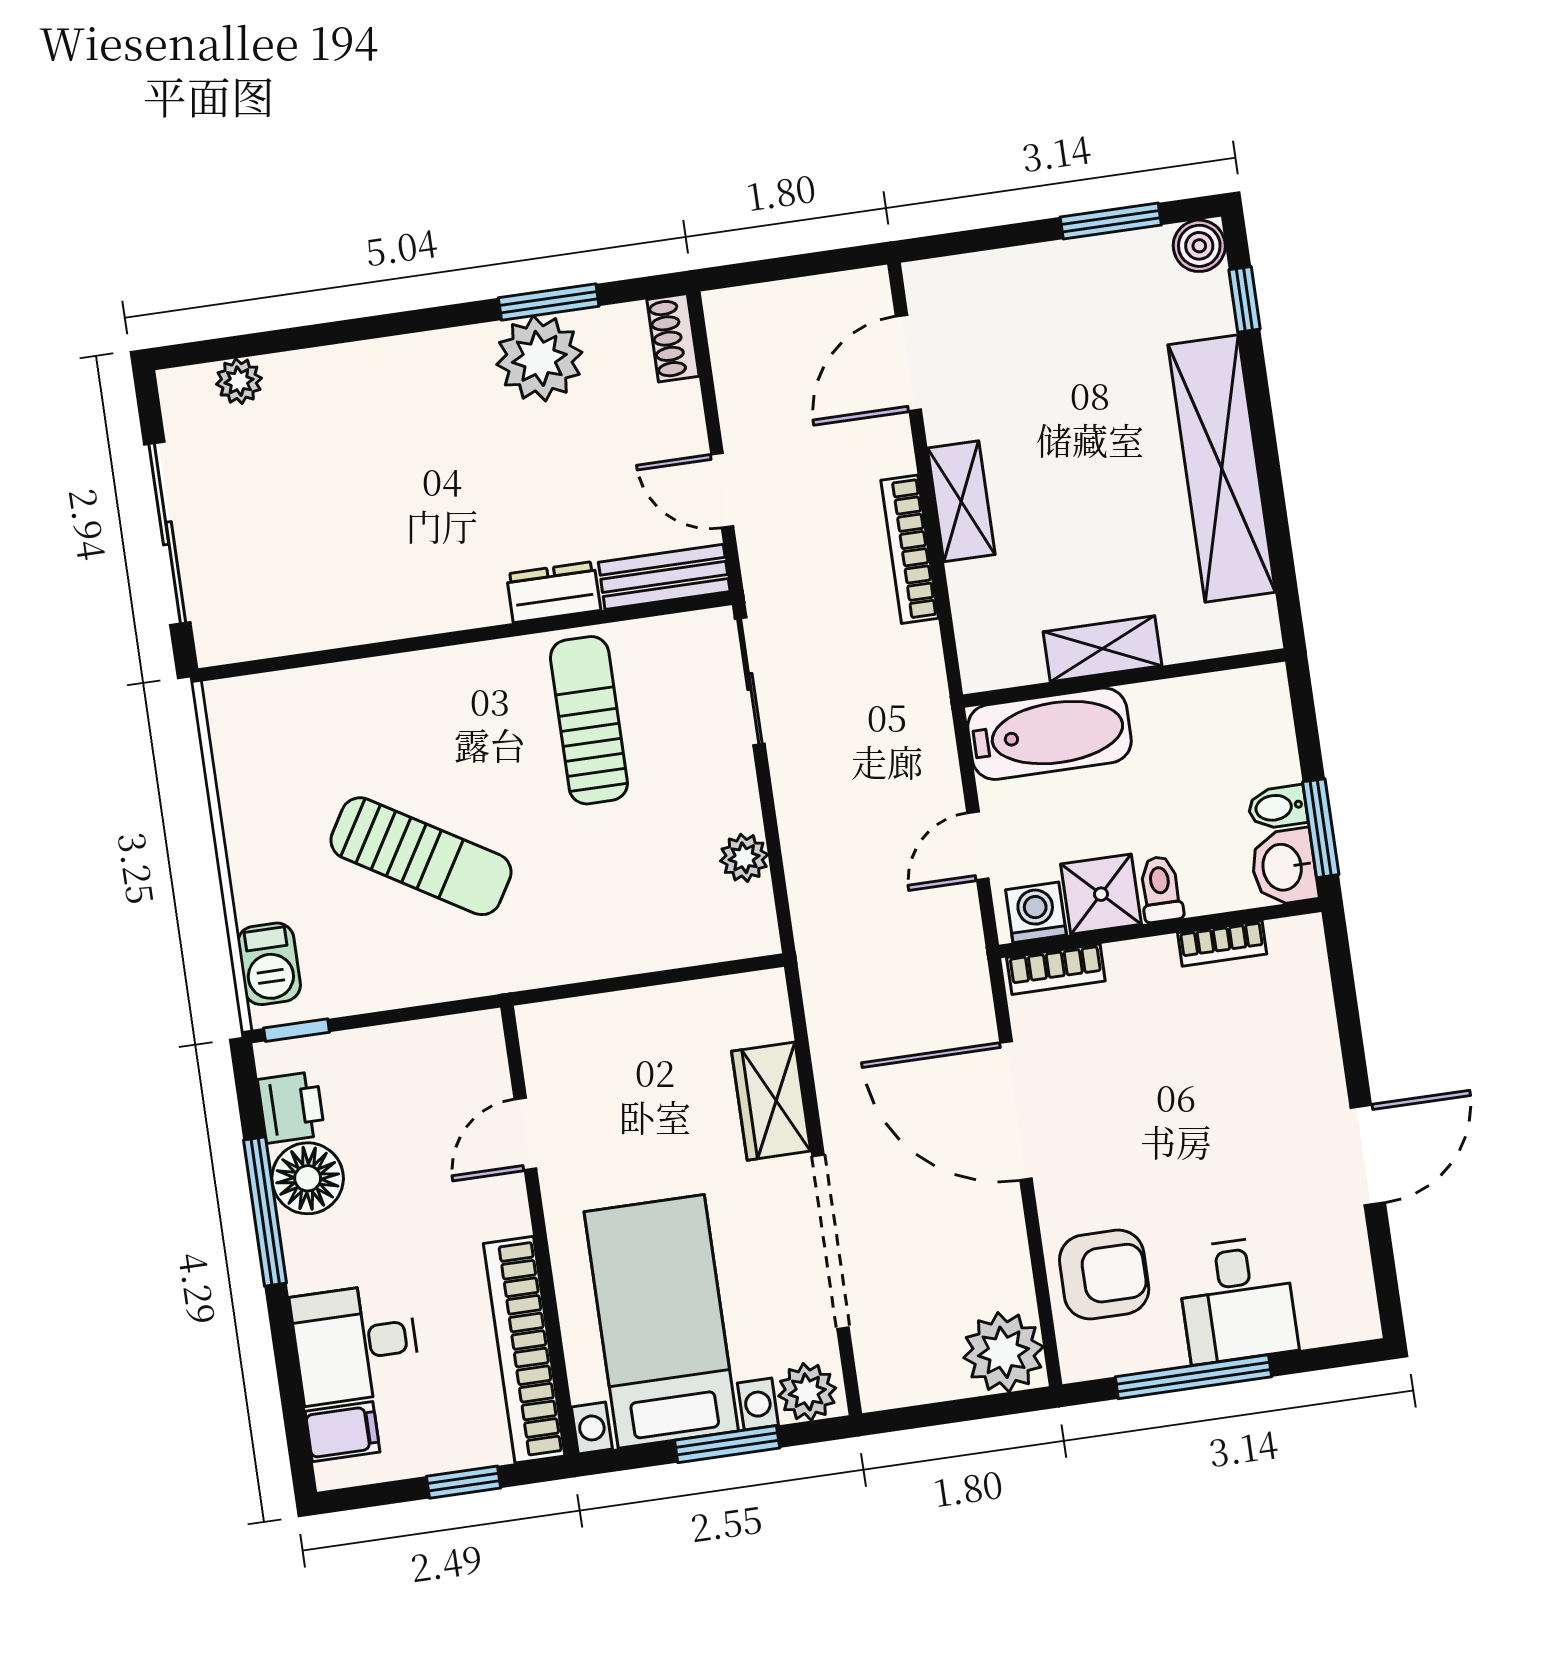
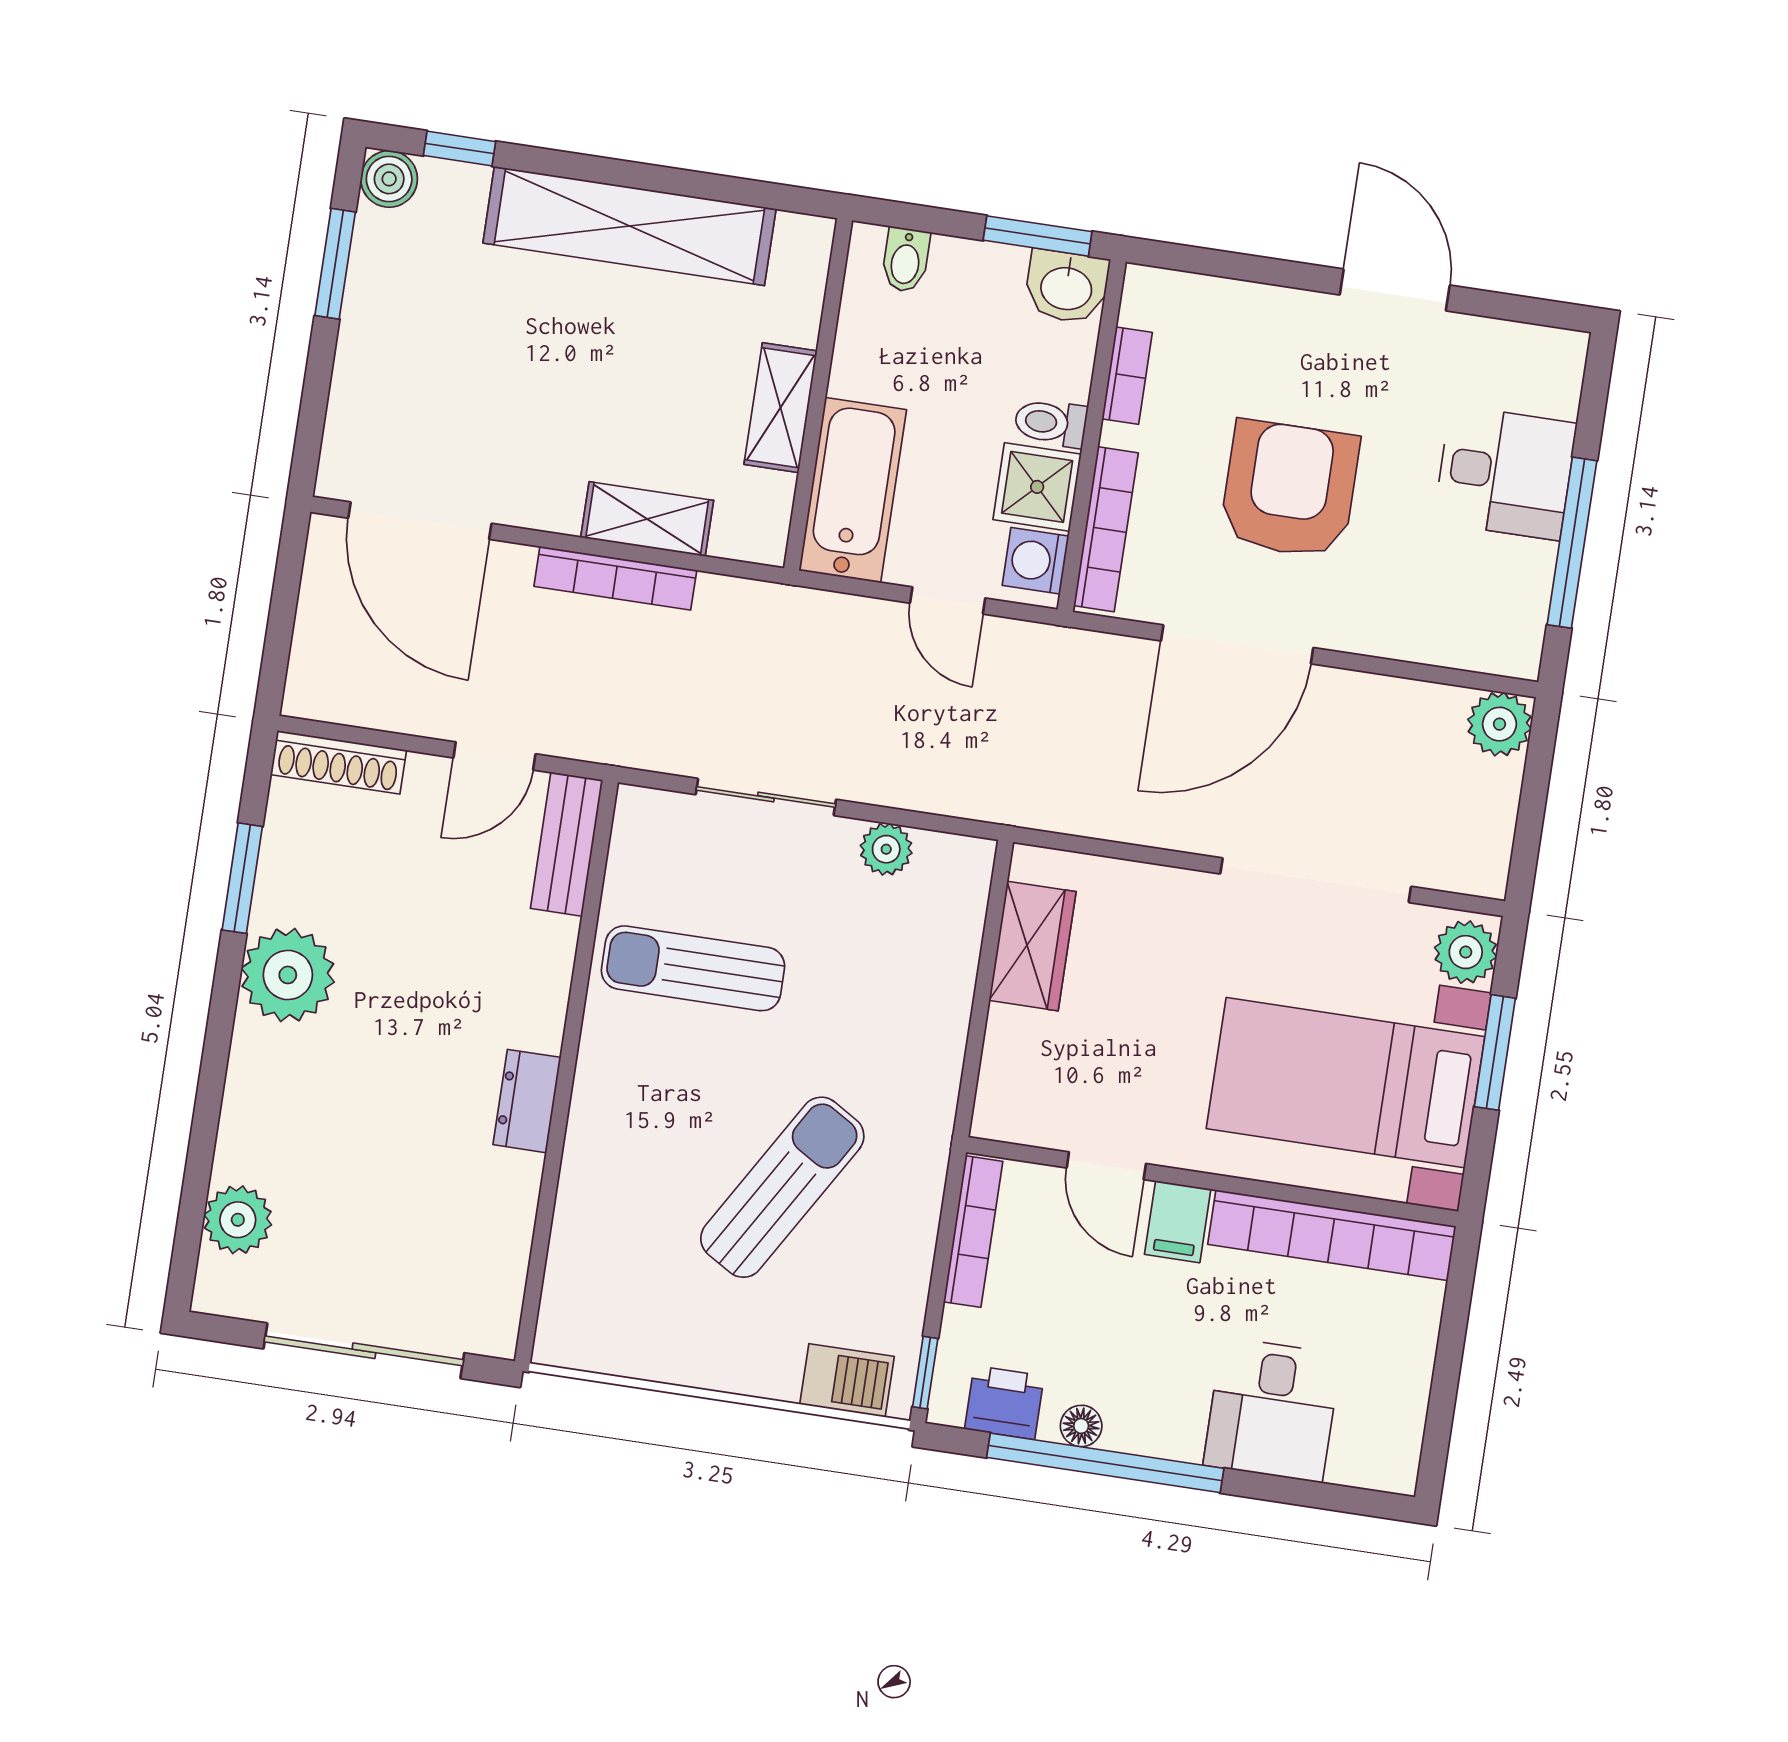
shoe rack: (673, 338) -> (338, 762), width x1.43
plant: (539, 358) -> (288, 975), moved
door: (908, 363) -> (420, 521), width x1.36
plant: (239, 381) -> (238, 1220), width x1.38, depth x1.38
shelving: (961, 501) -> (647, 519), moved
dresser: (554, 592) -> (527, 1101), moved
sliding door: (750, 681) -> (766, 797), moved
bidet: (1278, 807) -> (906, 260), moved
bookcase: (1056, 969) -> (1106, 529), width x1.56
bookcase: (433, 1035) -> (973, 1232), added
wardrobe: (771, 1101) -> (1033, 946), moved, turned -90
floor lamp: (308, 1178) -> (1081, 1426), width x0.53, depth x0.53
window: (265, 1211) -> (1105, 1463), width x1.46
armchair: (1104, 1275) -> (1289, 489), moved, width x1.36, depth x1.36
plant: (1003, 1352) -> (1499, 724), width x0.73, depth x0.73
filing cabinet: (343, 1432) -> (1178, 1222), moved, turned 180
window: (463, 1482) -> (1451, 1341), removed

